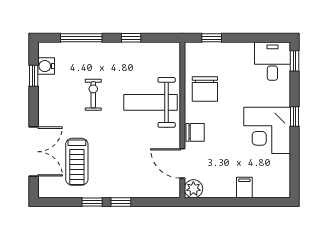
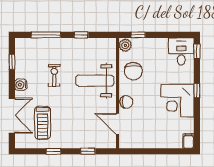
water cooler: (46, 66) -> (21, 85), moved
filing cabinet: (244, 187) -> (188, 141), moved
plant: (193, 189) -> (125, 45), moved
window: (121, 202) -> (88, 151), moved

